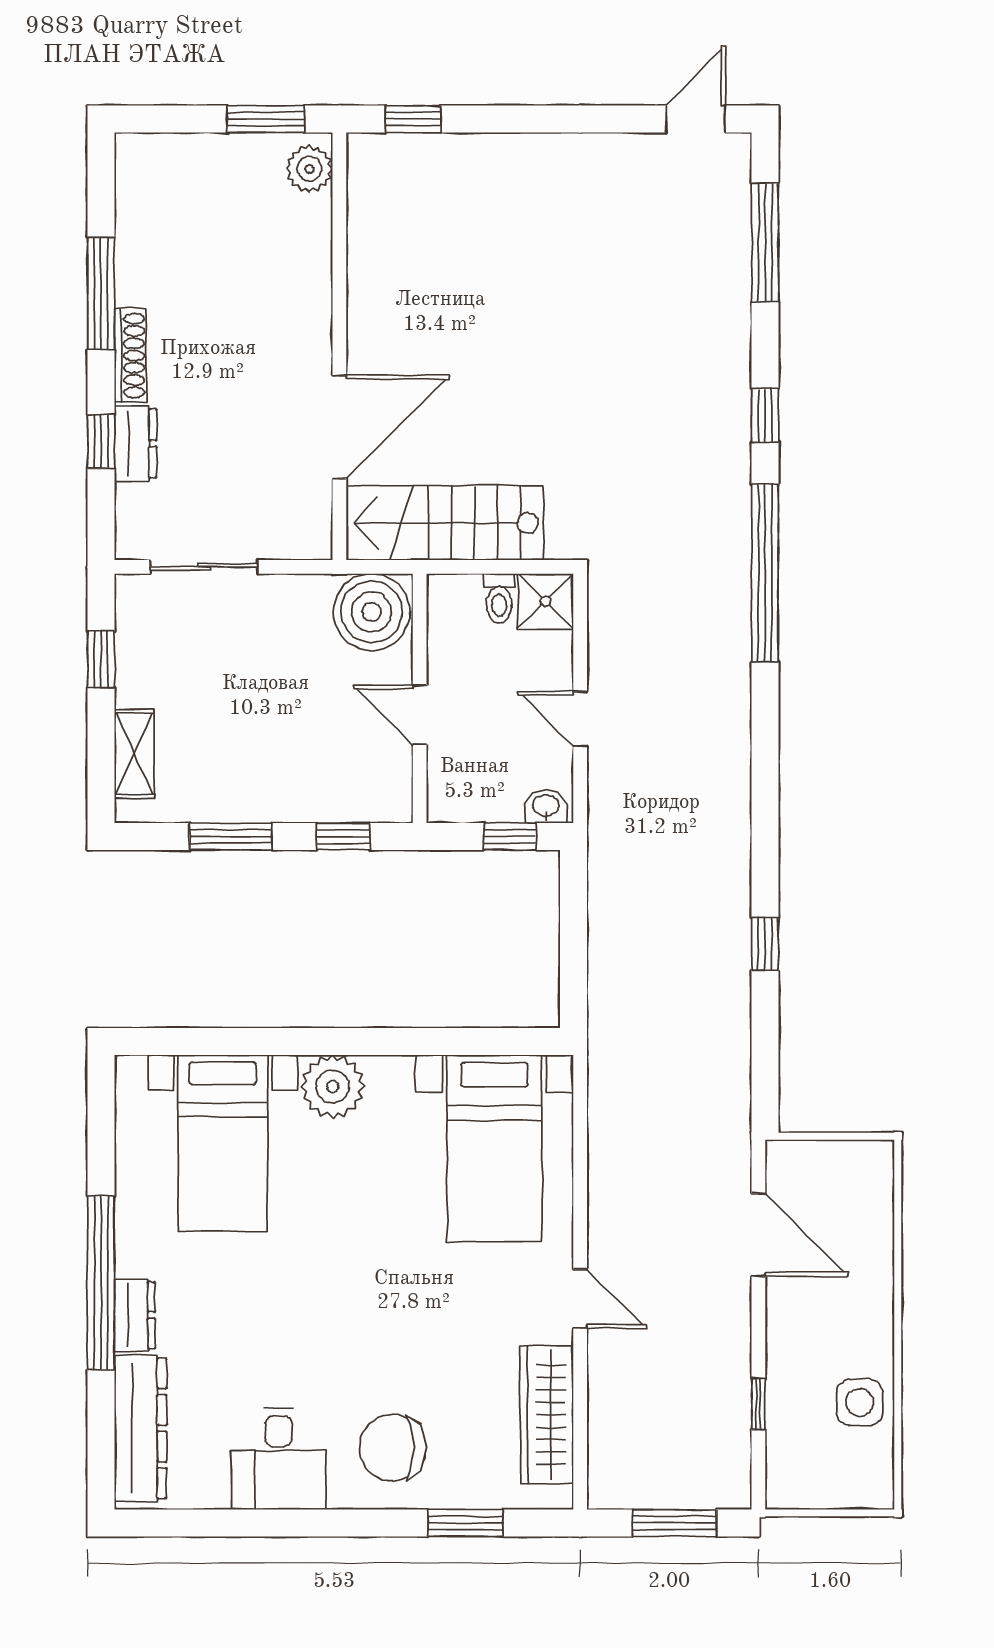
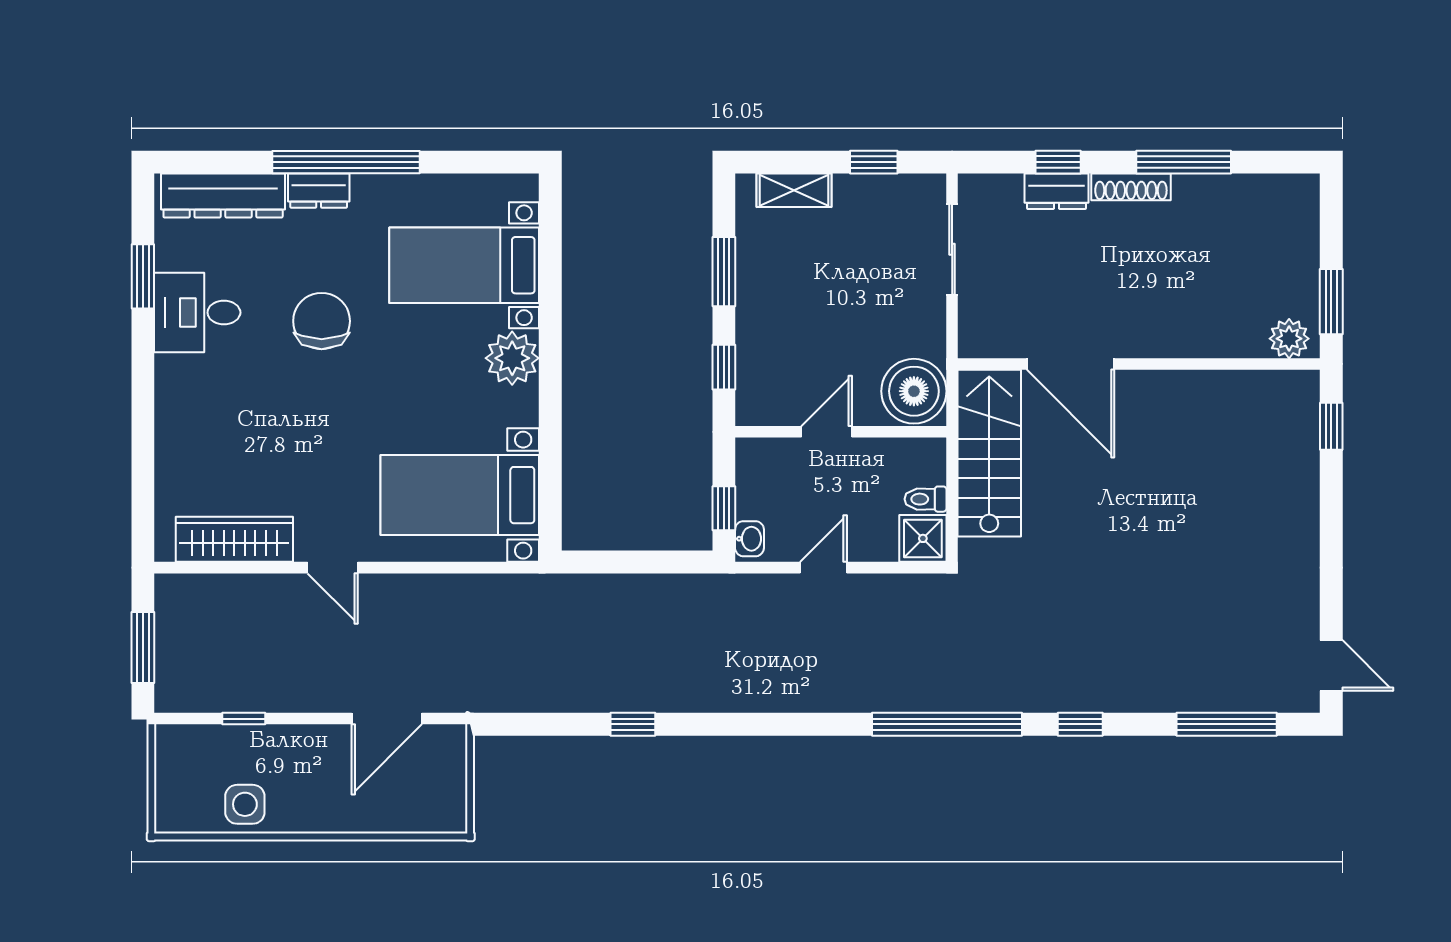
door: (580, 1299) -> (333, 568), hinge flipped
chair: (393, 1448) -> (322, 321), moved
window: (466, 1523) -> (143, 276), moved

